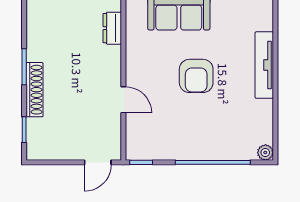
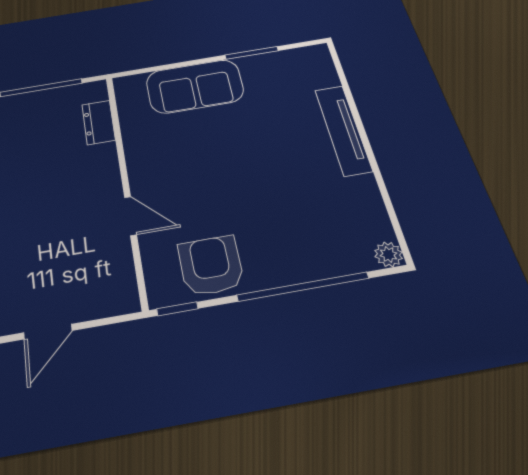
armchair: (196, 76) -> (211, 265), moved, turned 180
door: (98, 162) -> (48, 332), moved

